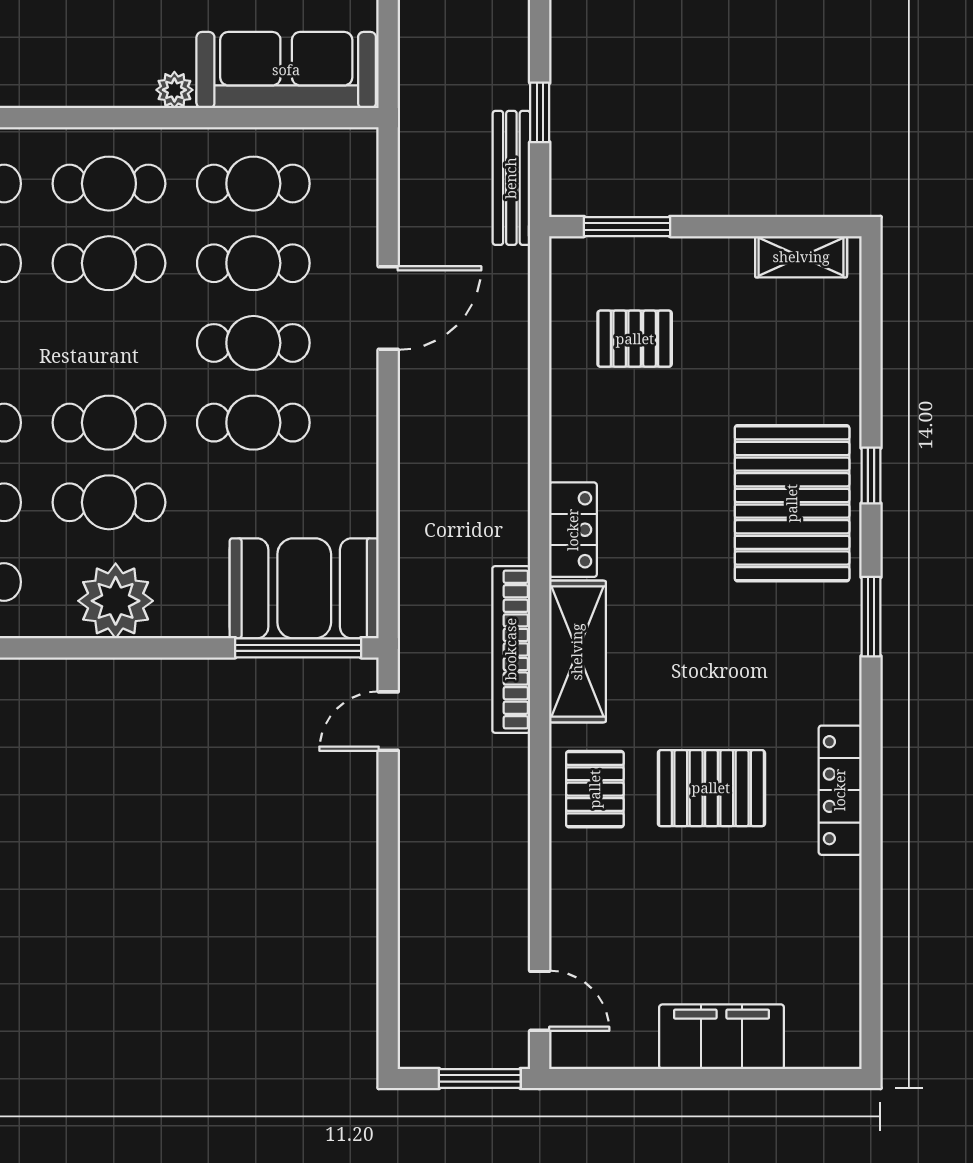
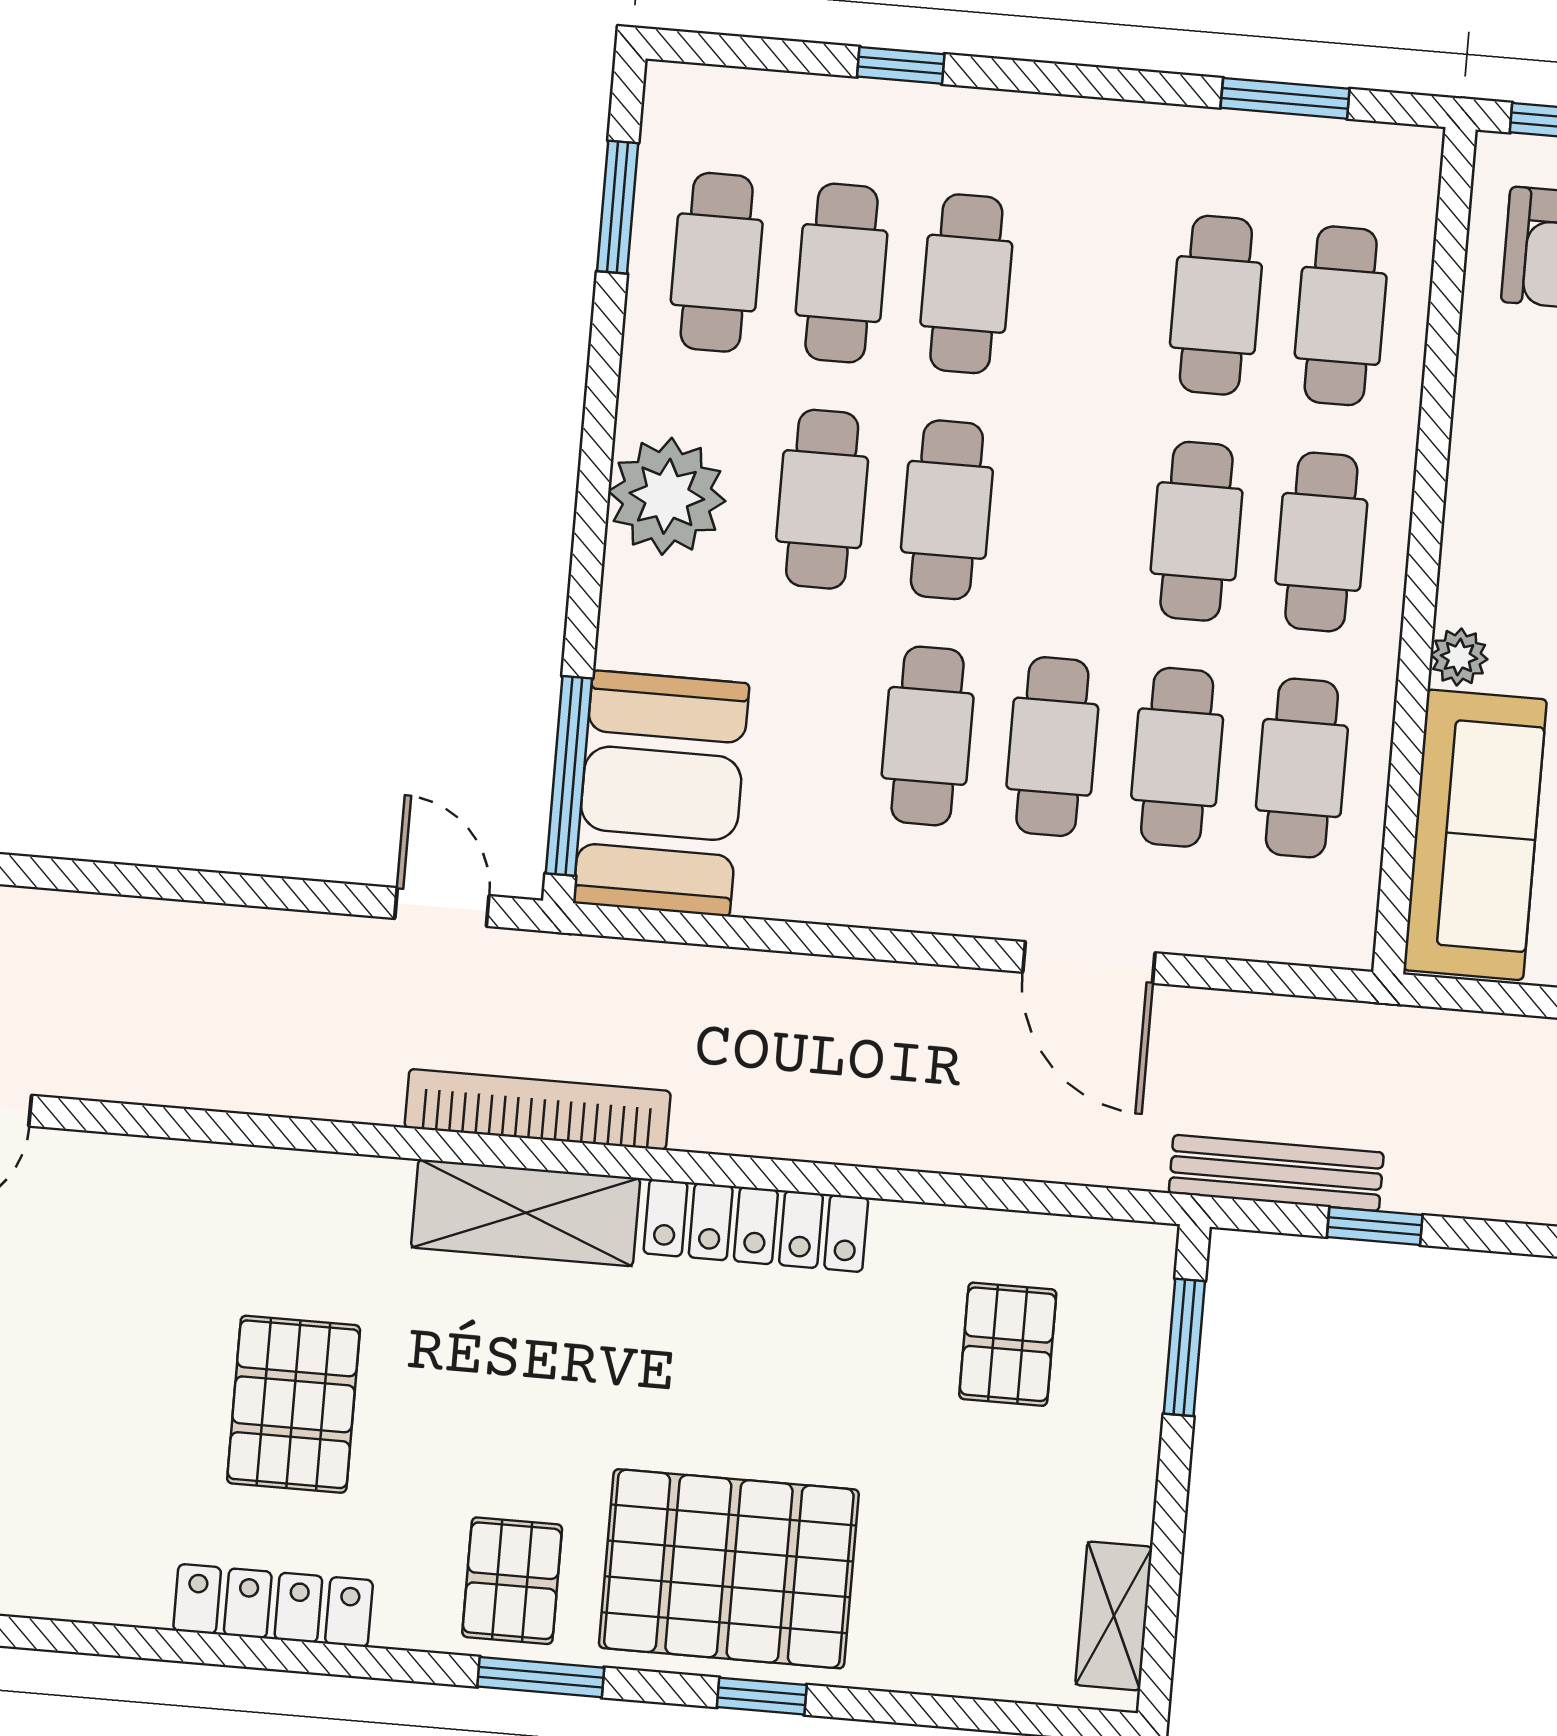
locker: (573, 530) -> (756, 1225), width x1.53
pallet: (595, 789) -> (512, 1581), moved, turned 90

